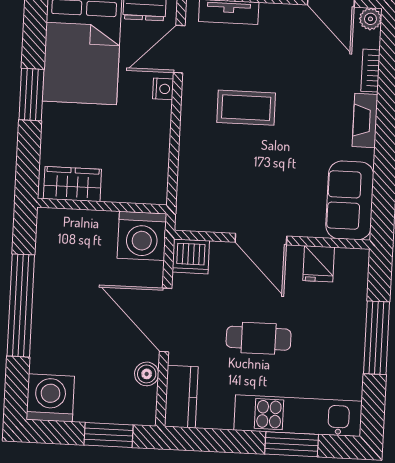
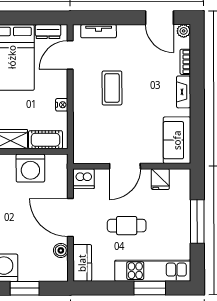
nightstand: (163, 89) -> (62, 105), moved
coffee table: (246, 108) -> (112, 88), turned 90
cot: (131, 188) -> (45, 140), added
washing machine: (142, 236) -> (30, 168), moved
door: (261, 239) -> (125, 166), hinge flipped
window: (109, 435) -> (25, 288), moved

